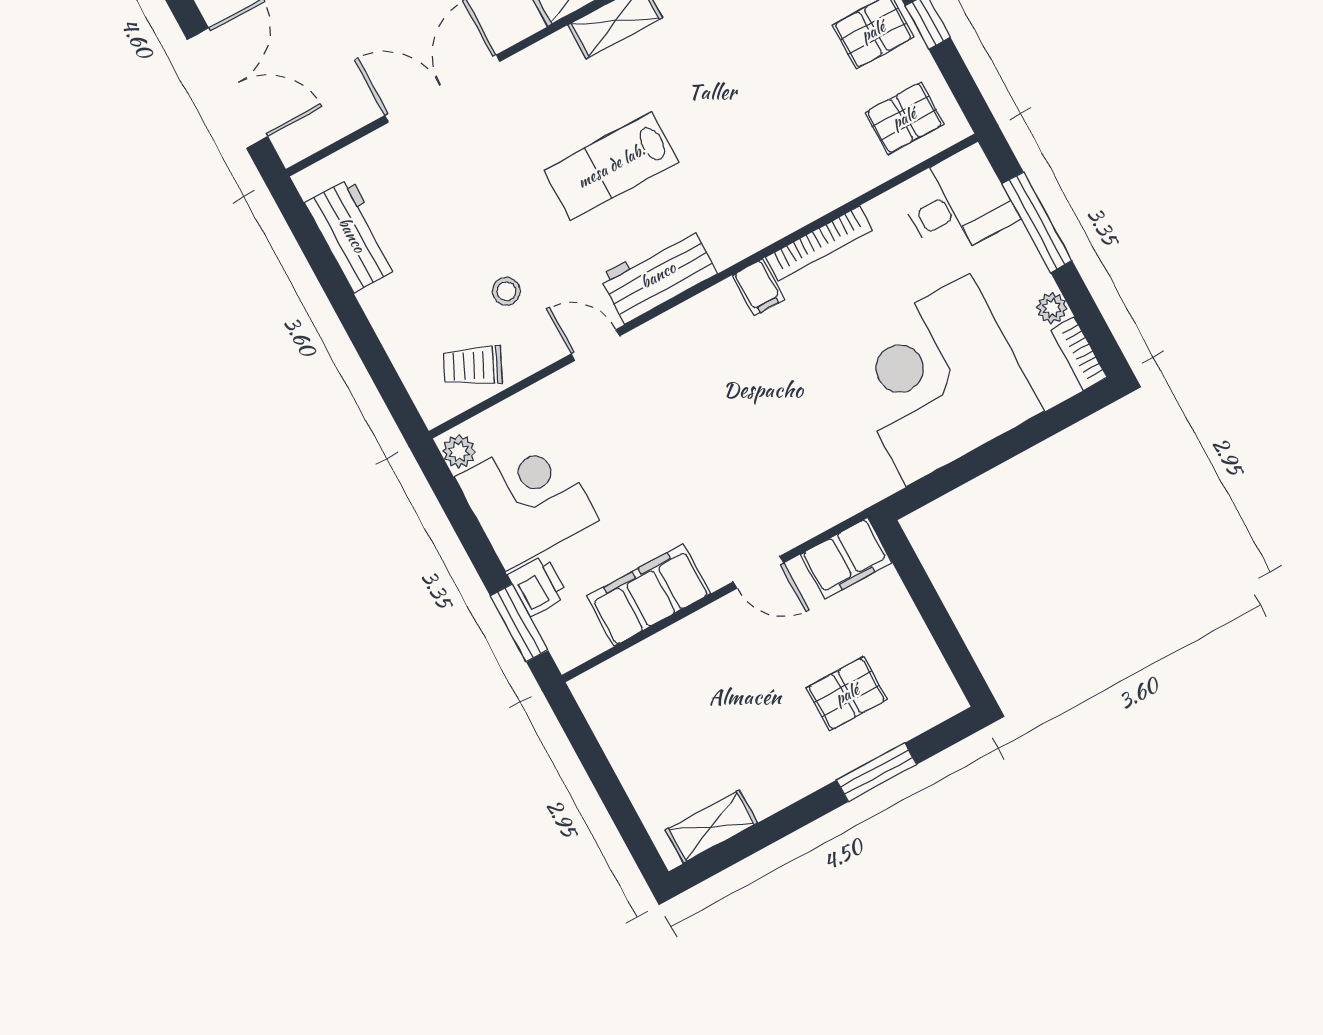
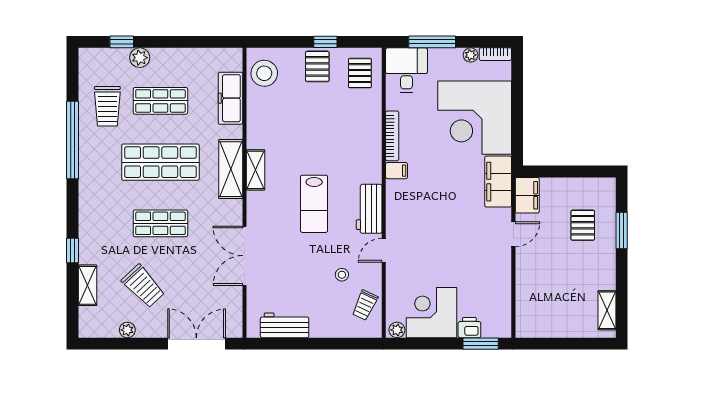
filing cabinet: (649, 595) -> (498, 182), moved

